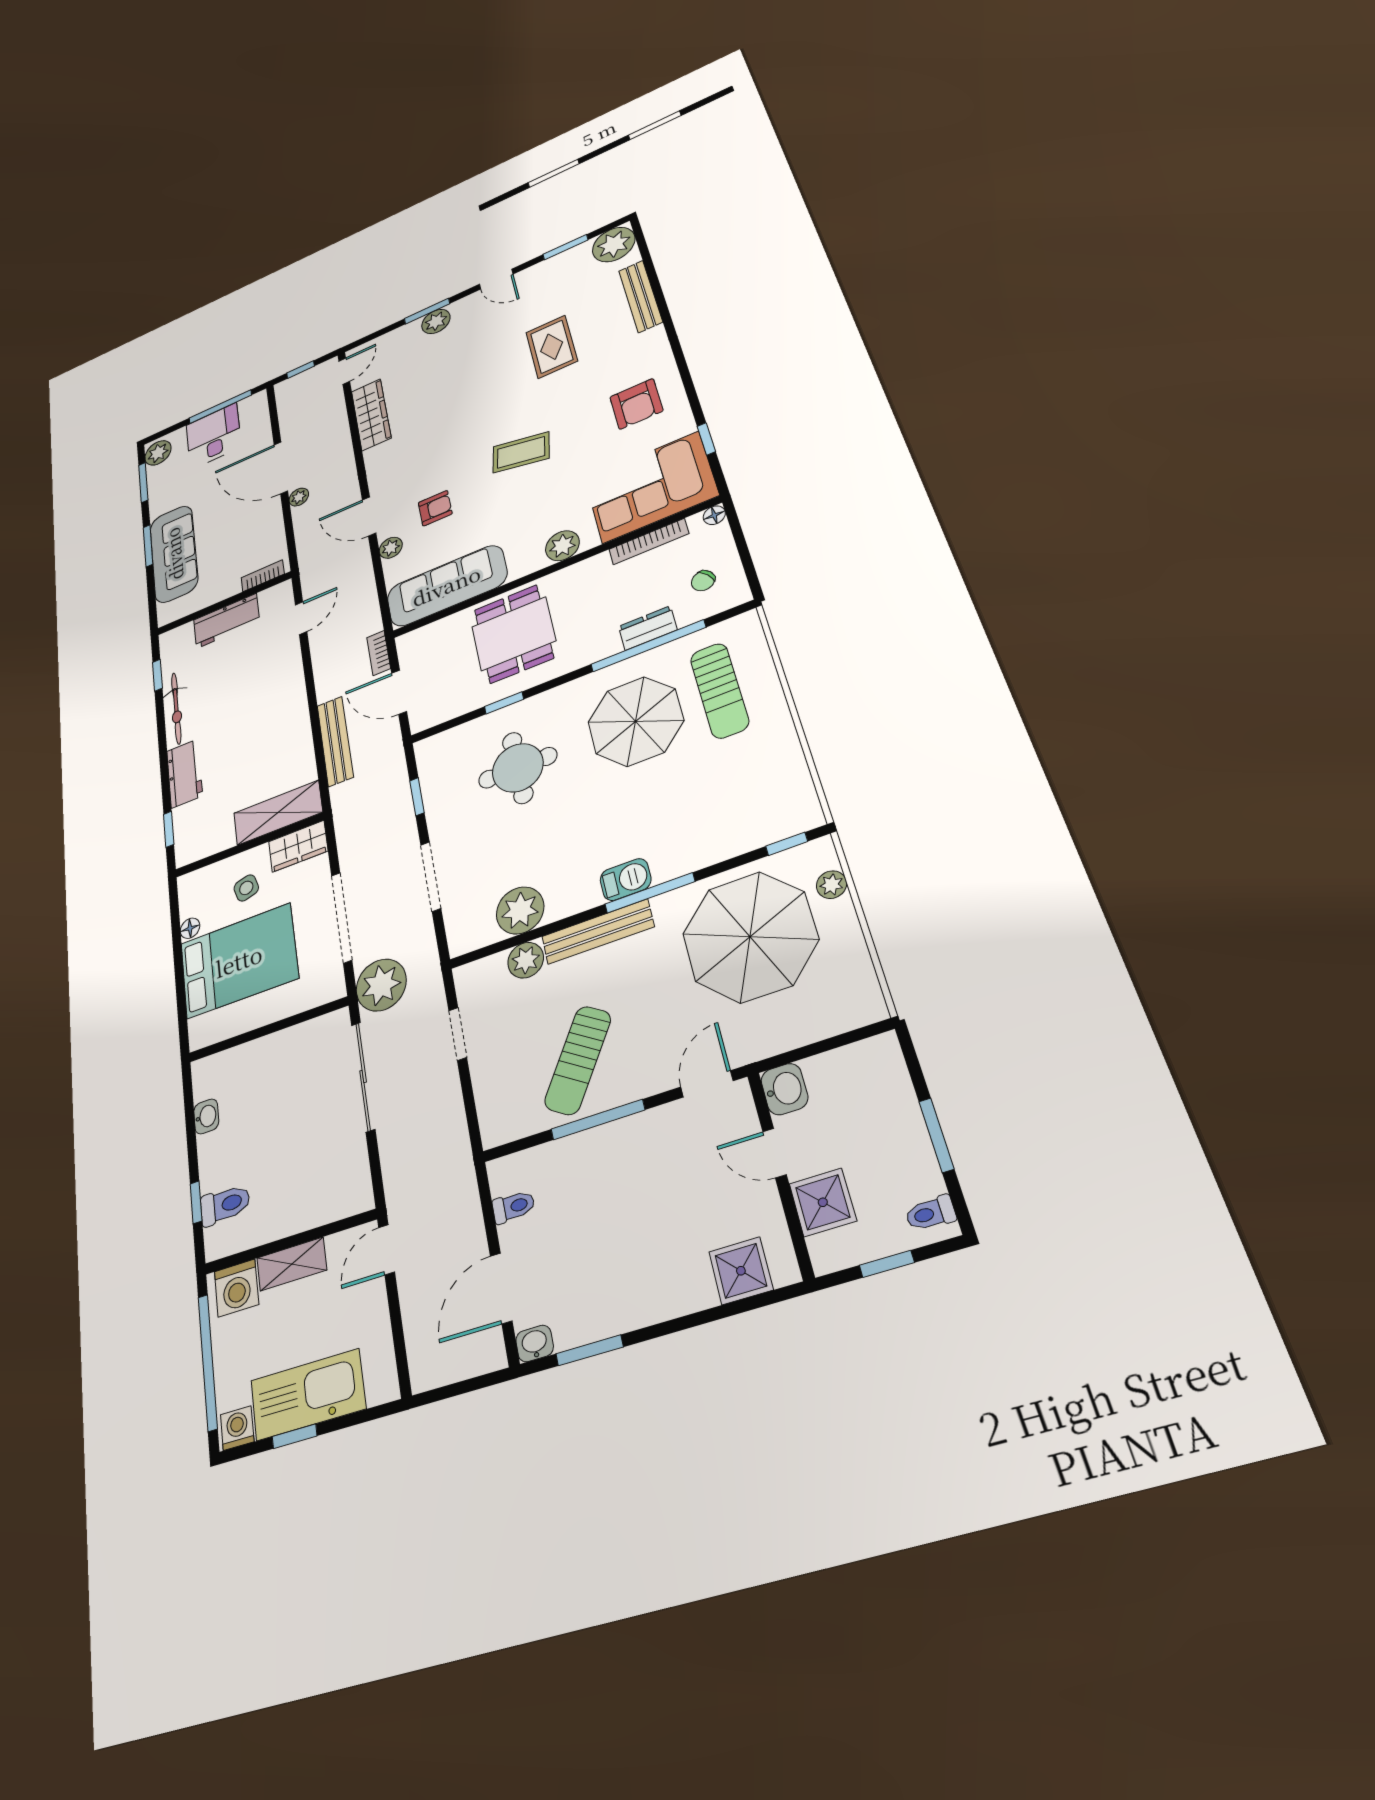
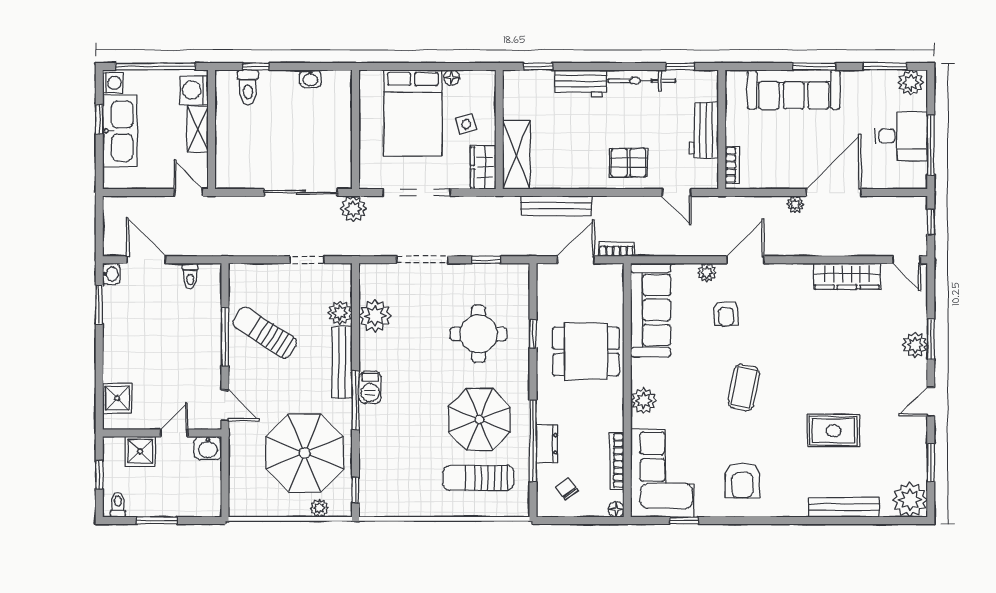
armchair: (636, 404) -> (742, 480), turned -90
pallet: (273, 683) -> (628, 163), added
plant: (381, 985) -> (353, 209), width x0.73, depth x0.73

